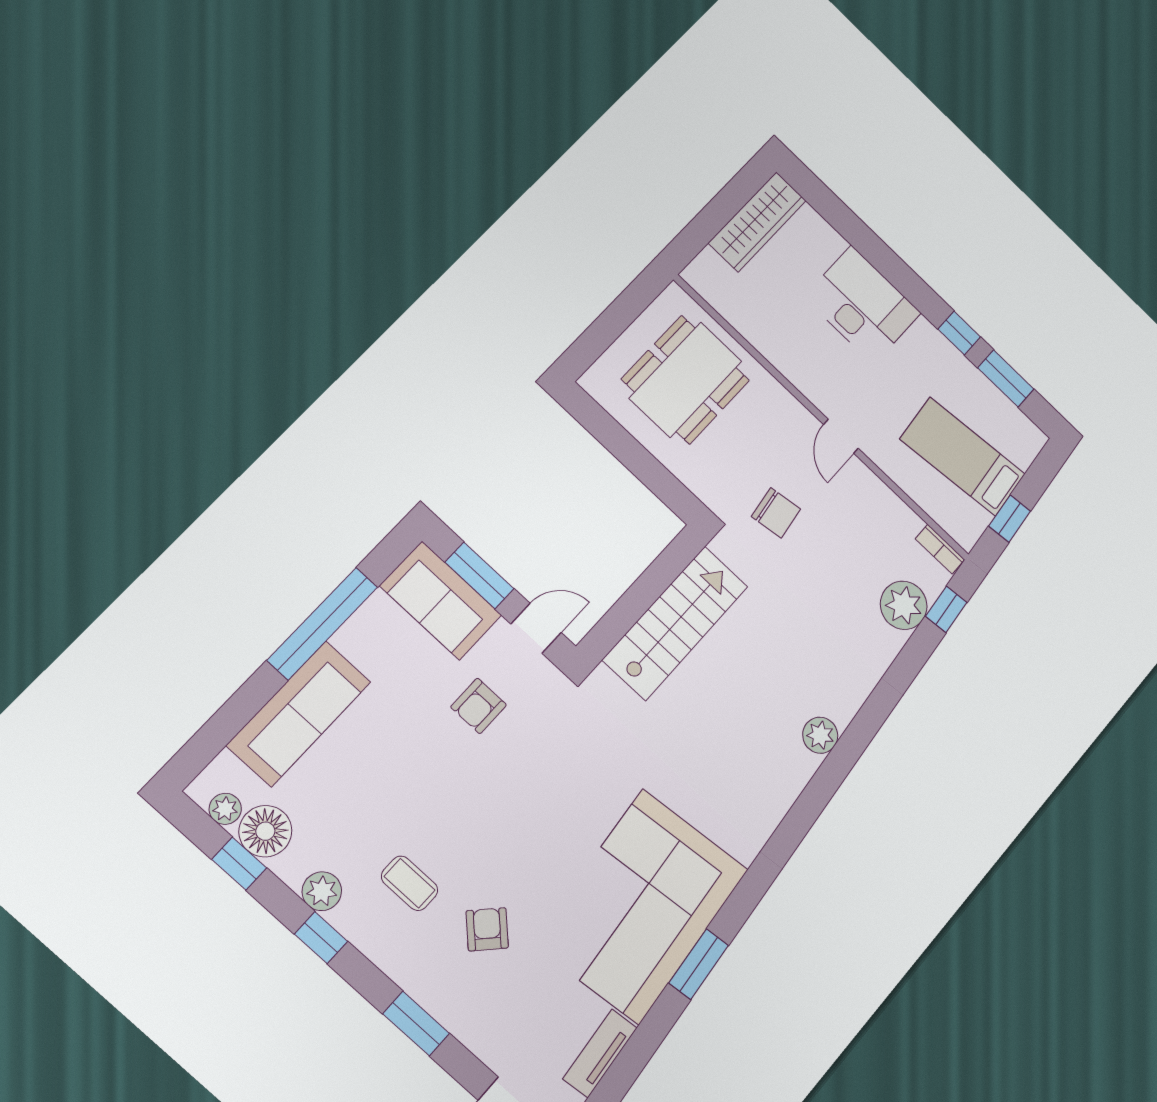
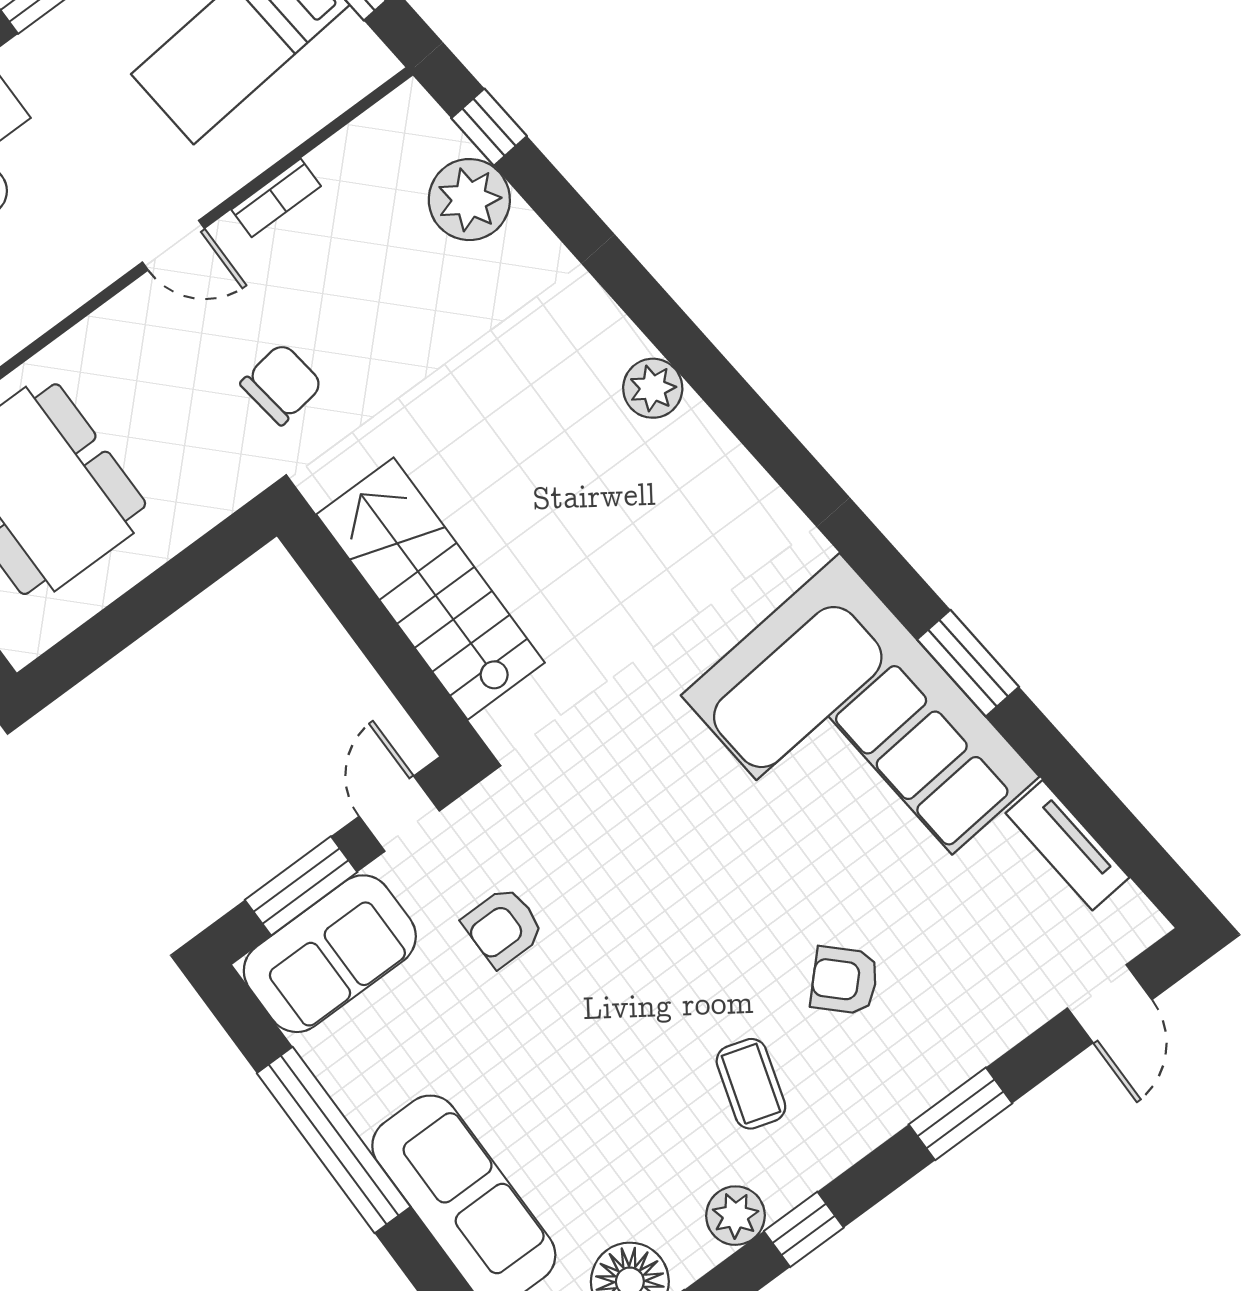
bookcase: (940, 549) -> (276, 198), moved
armchair: (479, 706) -> (503, 927), turned 90
coffee table: (410, 883) -> (751, 1084), turned -73

